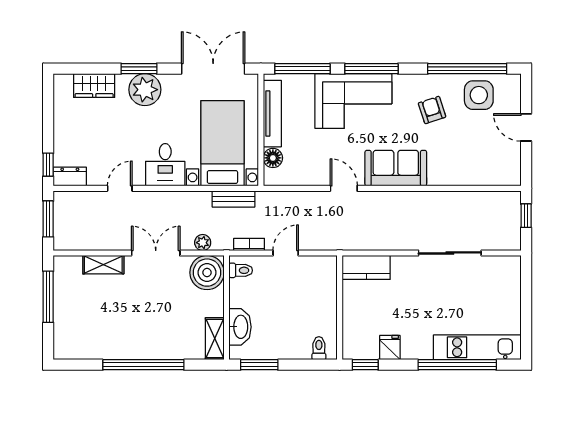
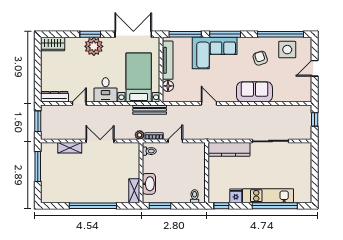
wardrobe: (94, 86) -> (53, 44), moved
door: (526, 127) -> (315, 68), hinge flipped
window: (48, 165) -> (38, 90), removed
sofa: (396, 168) -> (254, 92), moved
dresser: (70, 177) -> (55, 97), width x1.44
bench: (233, 199) -> (150, 110), width x1.36
plant: (203, 243) -> (140, 135), moved
kitchen counter: (366, 267) -> (229, 149), width x1.50
boiler: (207, 273) -> (130, 152), removed
kitchen unit: (477, 347) -> (268, 196), moved

